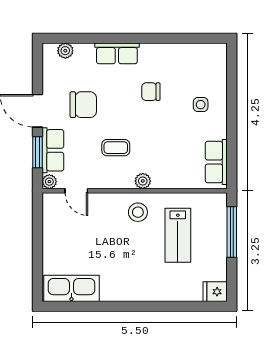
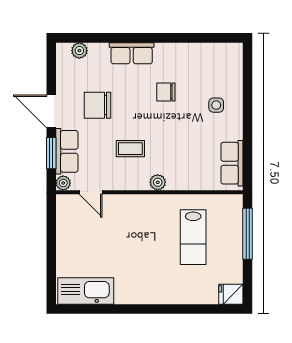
chair: (83, 105) -> (98, 105), turned 180
stool: (138, 212) -> (153, 214), removed

